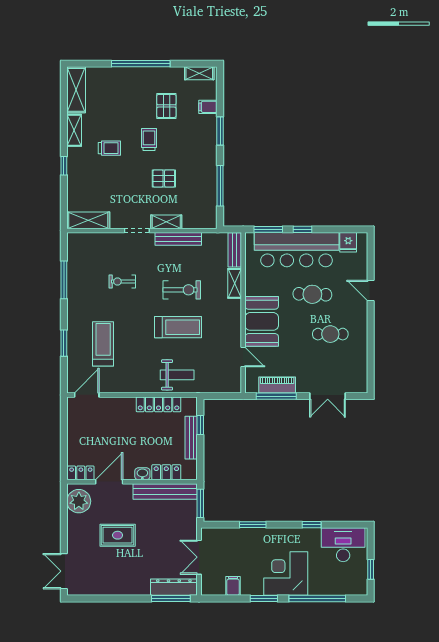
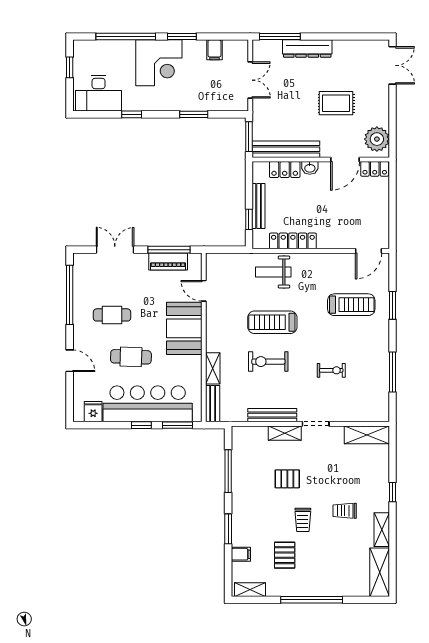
treadmill: (103, 344) -> (351, 305), turned -90
window: (371, 353) -> (70, 295), added
dresser: (174, 587) -> (307, 48), moved

